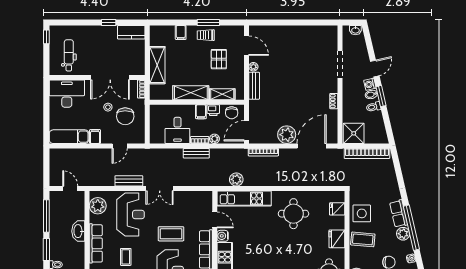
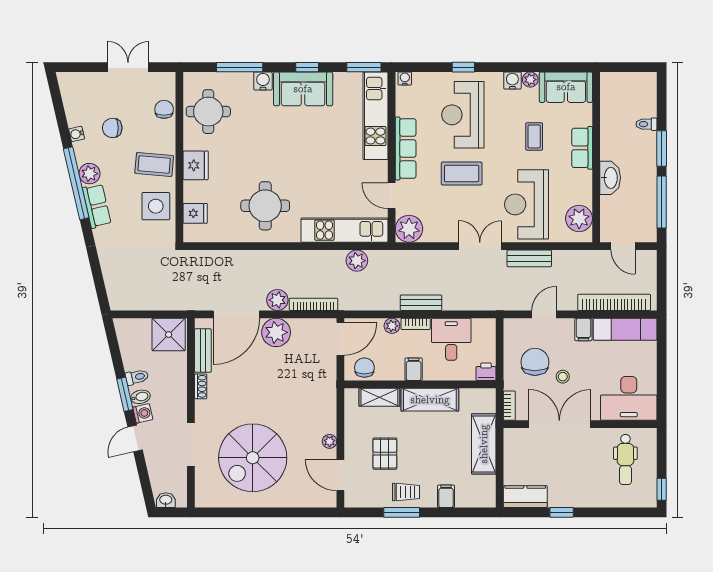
spiral stairs: (301, 56) -> (253, 458), added
bench: (254, 86) -> (203, 351), moved
printer: (213, 110) -> (486, 372), moved
bookcase: (367, 153) -> (614, 302), moved
plant: (286, 155) -> (277, 300), added
plant: (204, 199) -> (409, 229), added
water cooler: (223, 236) -> (379, 170), removed
row of seats: (96, 243) -> (582, 148), width x0.68

